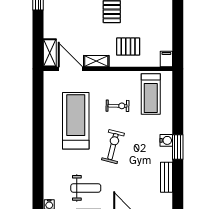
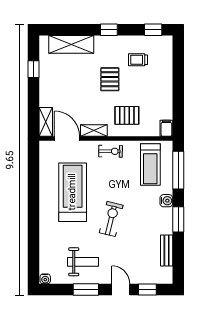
window: (178, 99) -> (178, 170), added
exercise bike: (118, 106) -> (111, 151), moved
water cooler: (166, 140) -> (166, 201), moved

